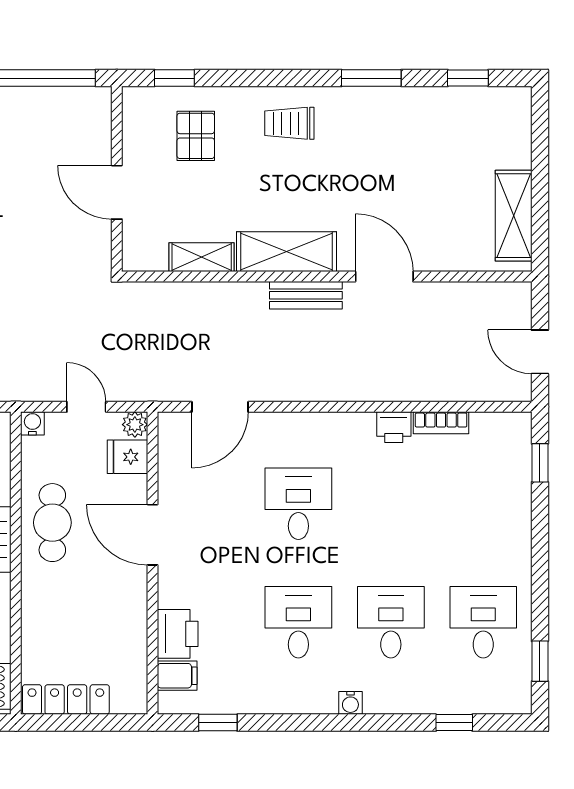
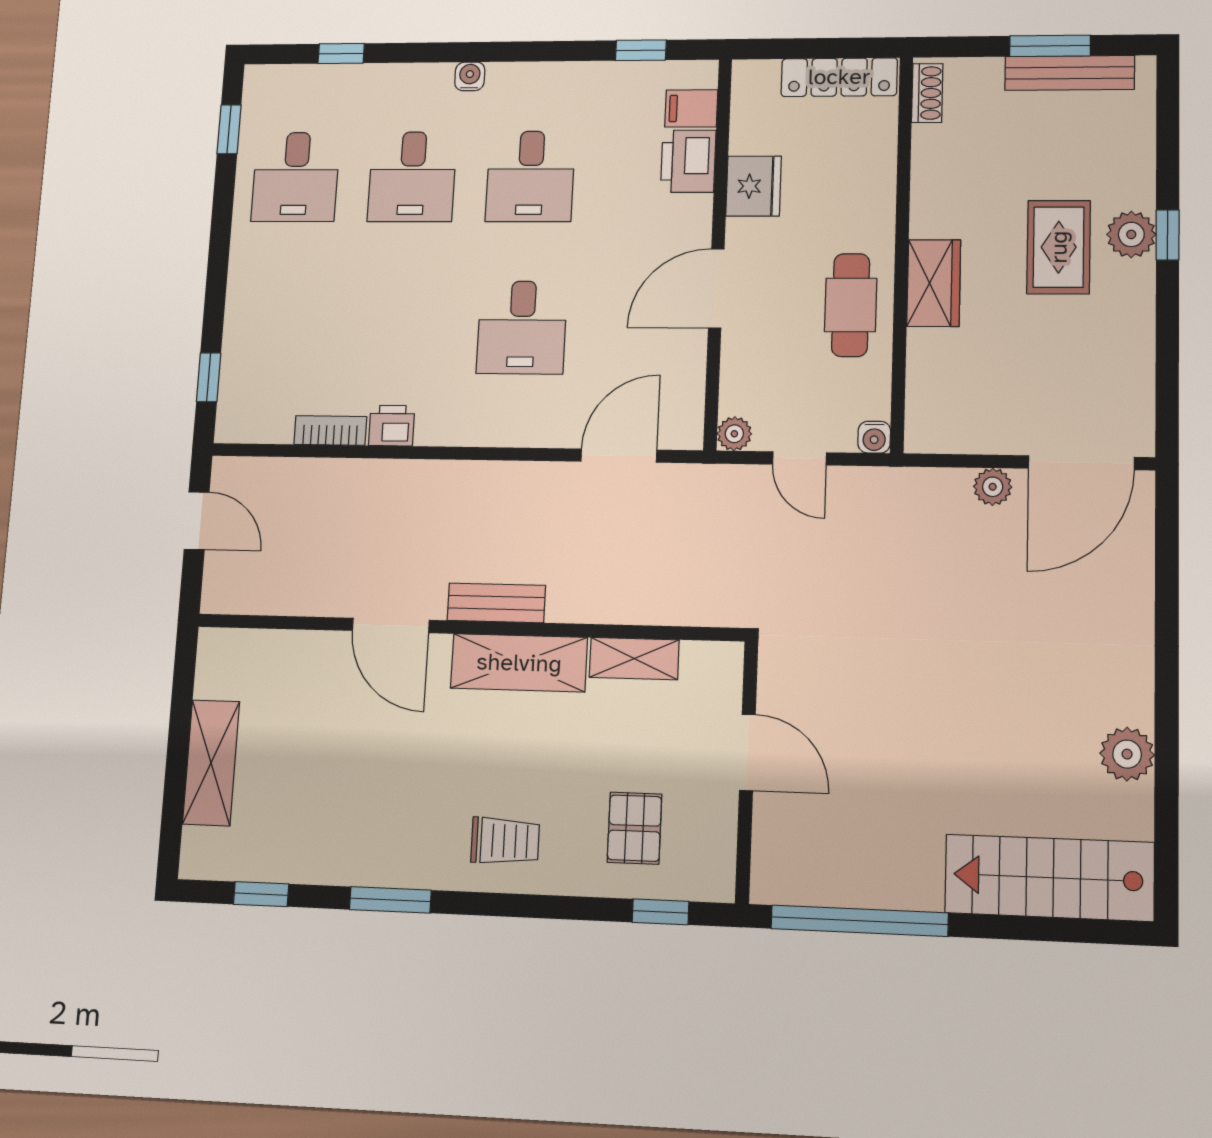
shelving: (514, 216) -> (211, 763), moved
fridge: (128, 457) -> (754, 186), moved, width x1.38
door: (153, 535) -> (716, 288), swing flipped

